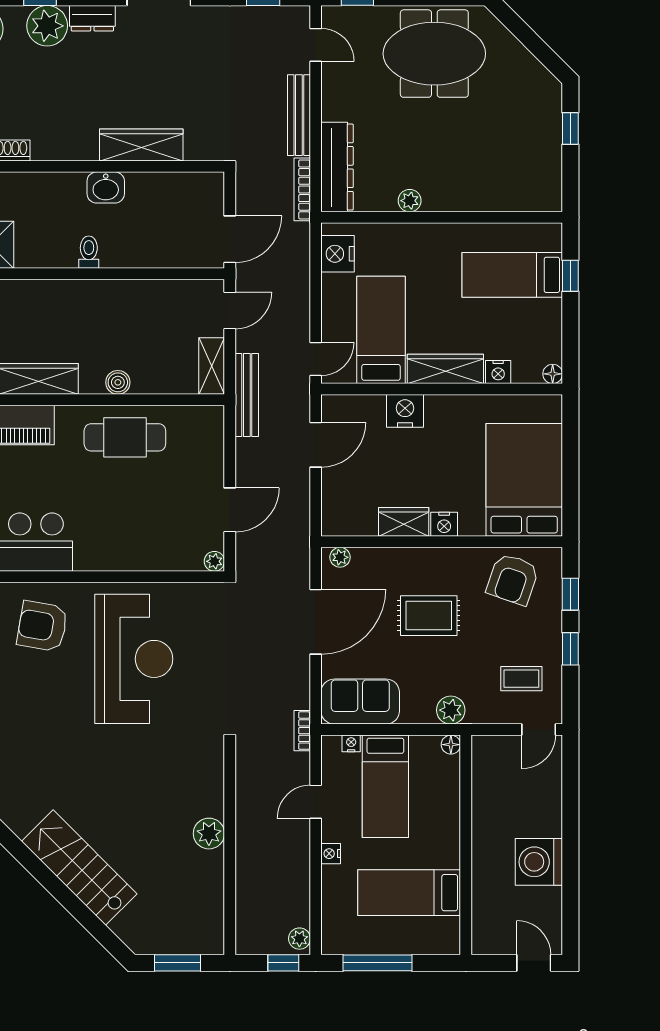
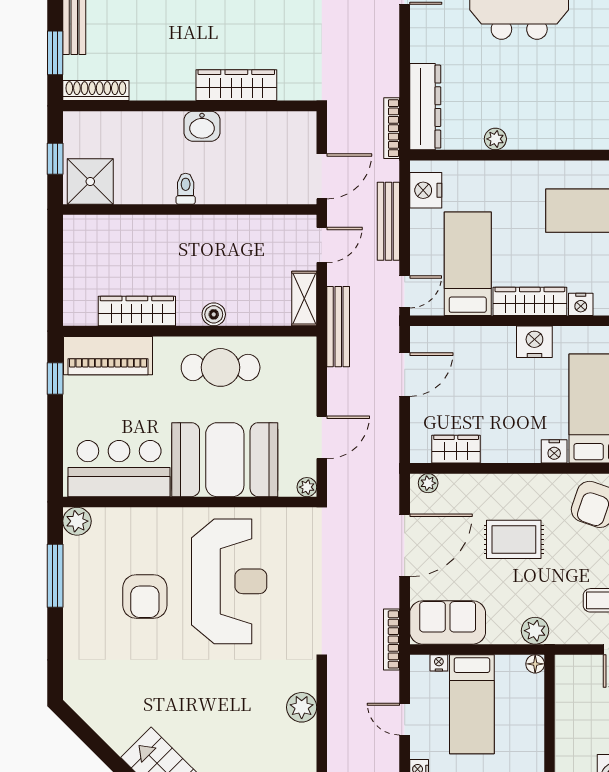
bench: (299, 115) -> (388, 221), moved
nightstand: (405, 411) -> (534, 342), moved
wardrobe: (404, 522) -> (456, 449), moved
nightstand: (444, 524) -> (554, 451), moved
booth: (129, 533) -> (225, 460), added
armchair: (42, 626) -> (145, 596), moved, turned -100
bookcase: (302, 731) -> (392, 639), width x1.56
door: (316, 802) -> (405, 719), hinge flipped
plant: (209, 834) -> (302, 707), moved

